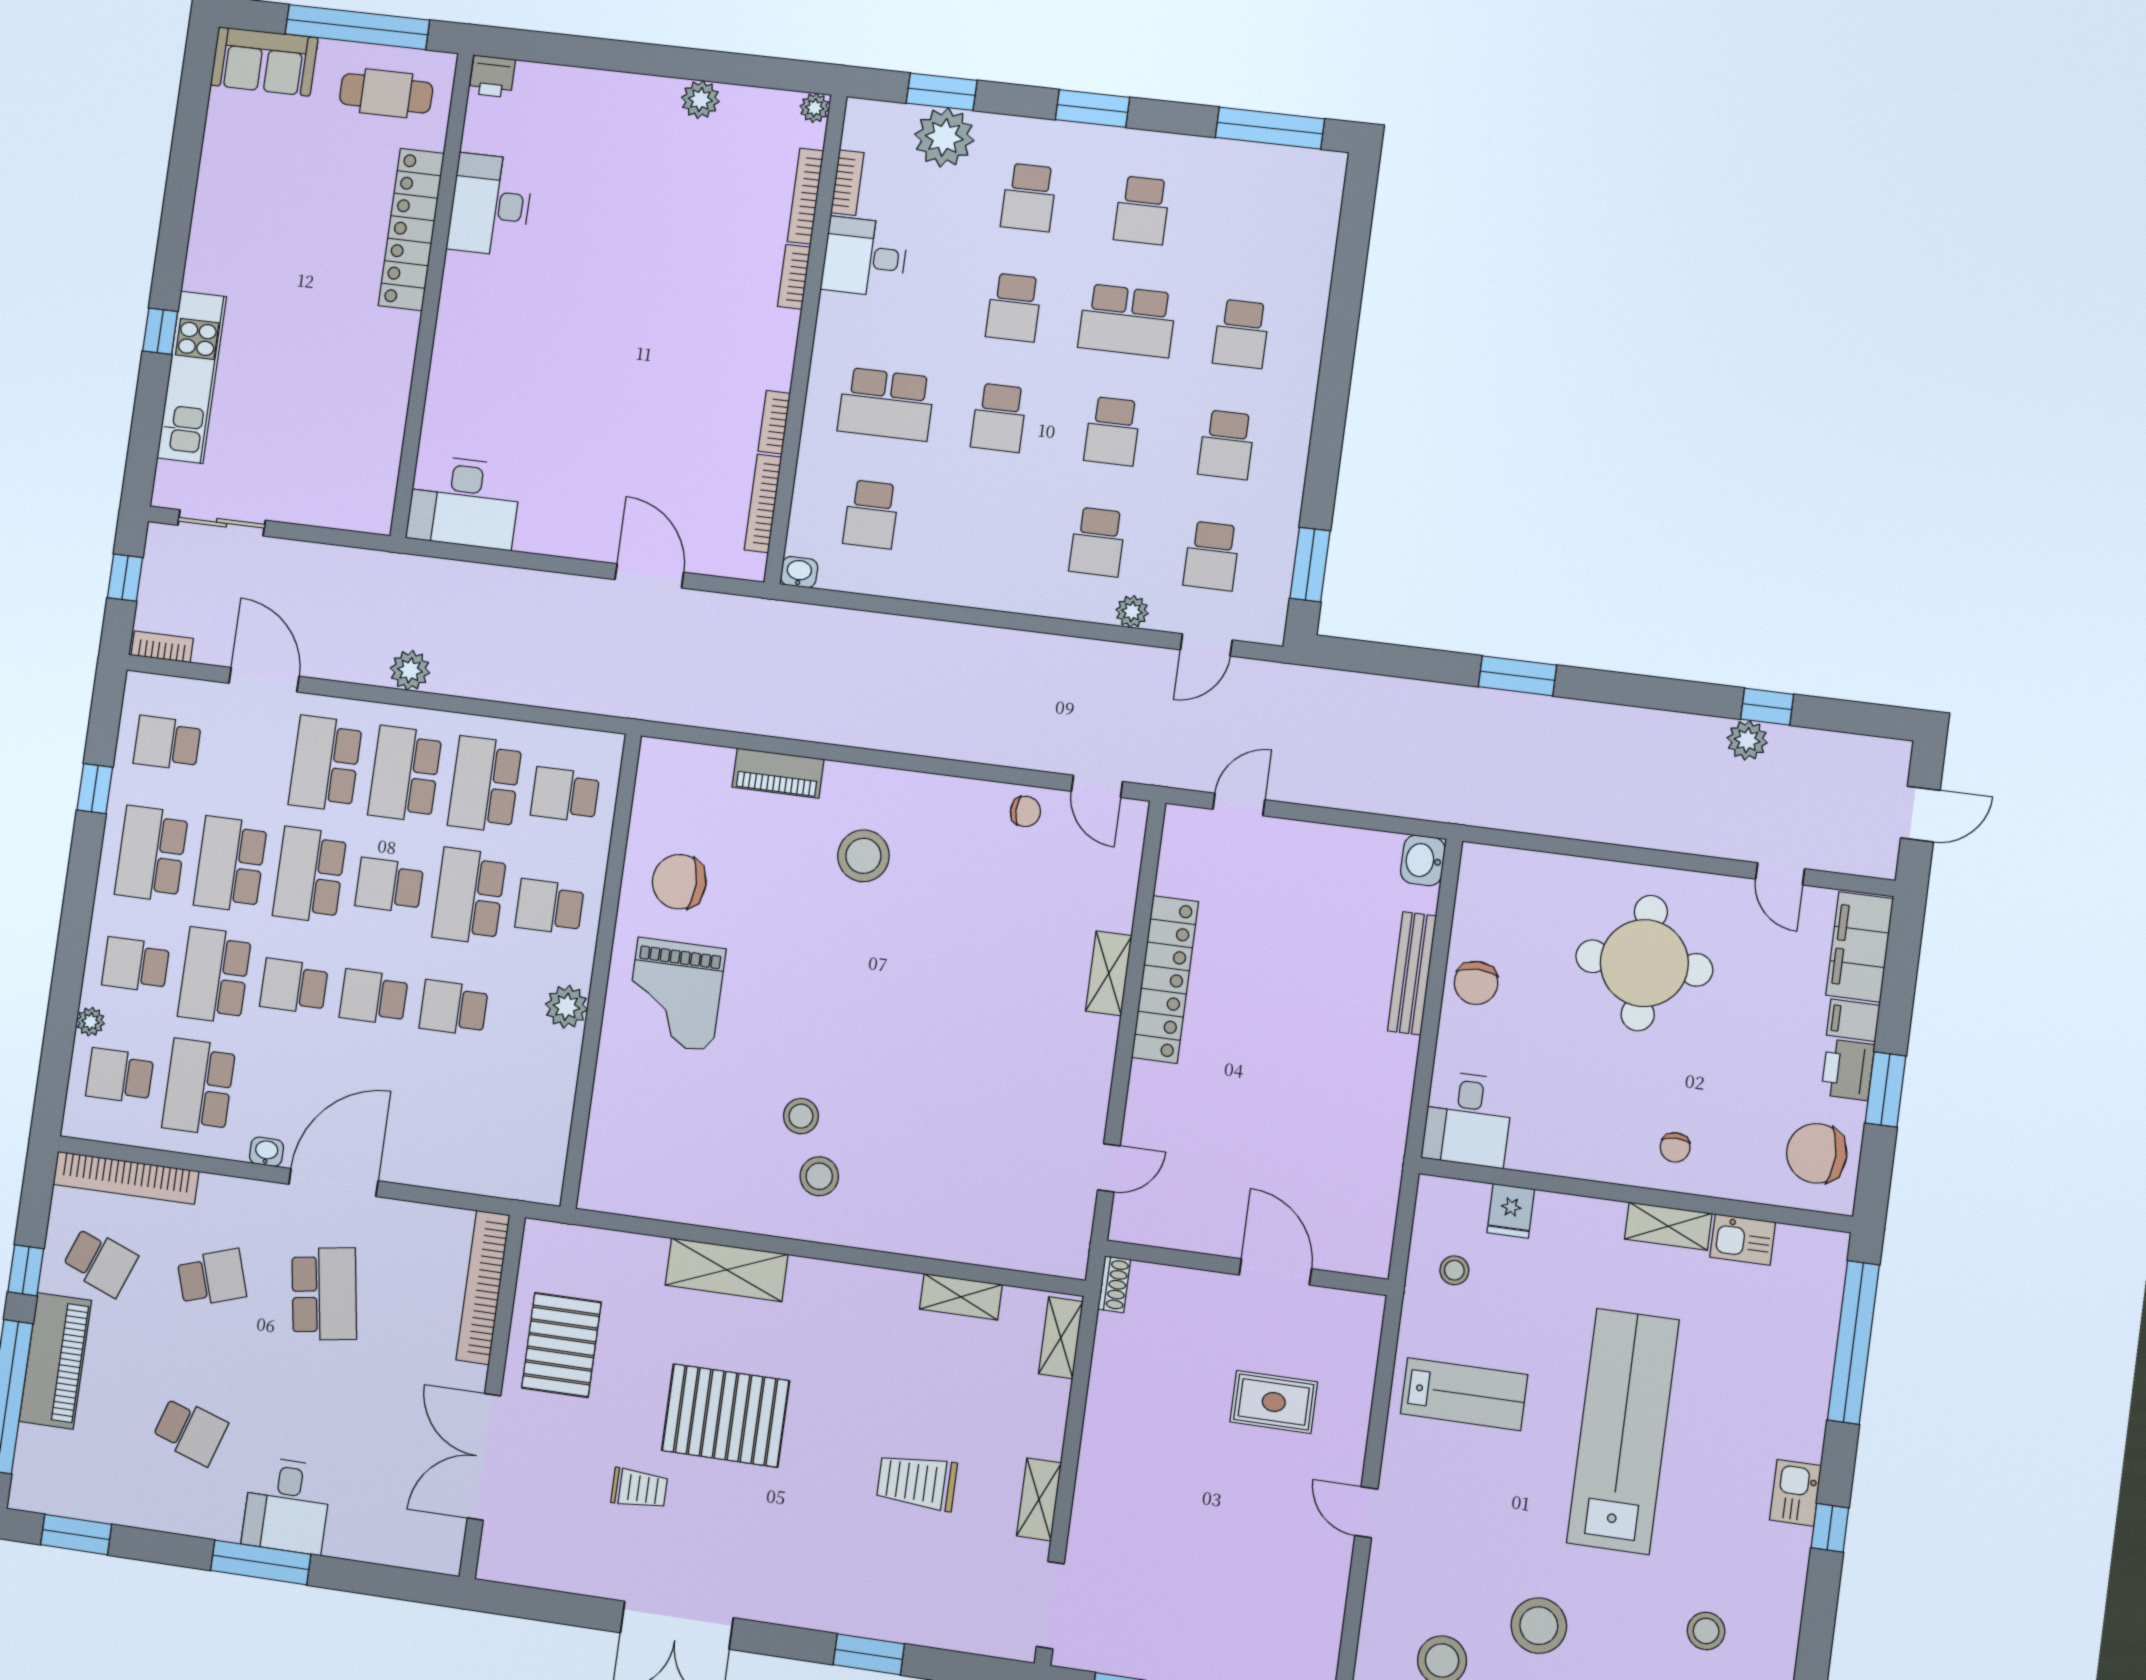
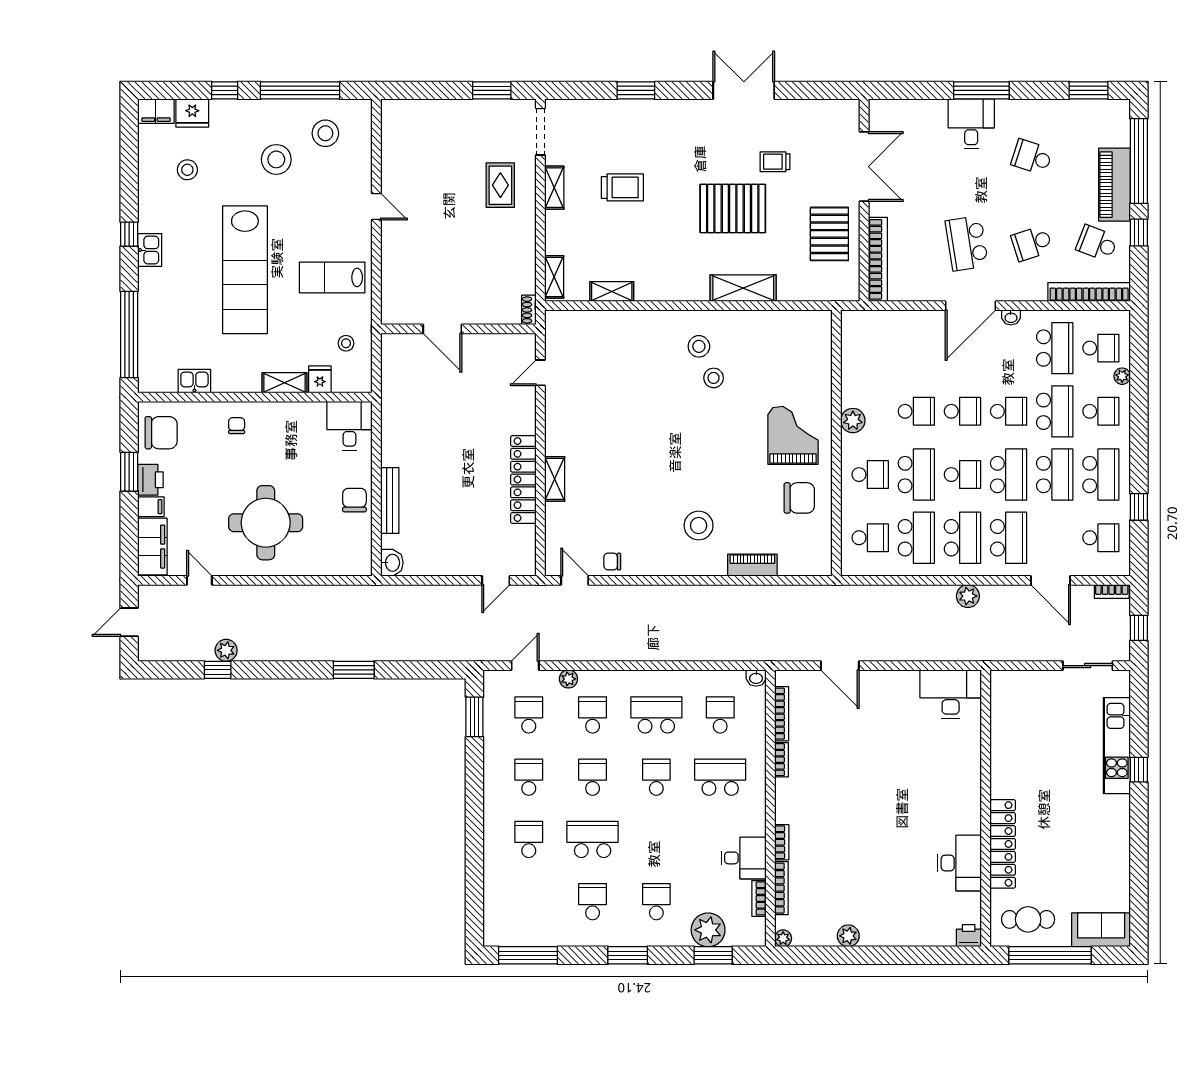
school desk: (1014, 307) -> (656, 715), moved, width x1.85
shelving: (1668, 1226) -> (285, 383), moved
rug: (1274, 1402) -> (500, 185), moved, turned 90

